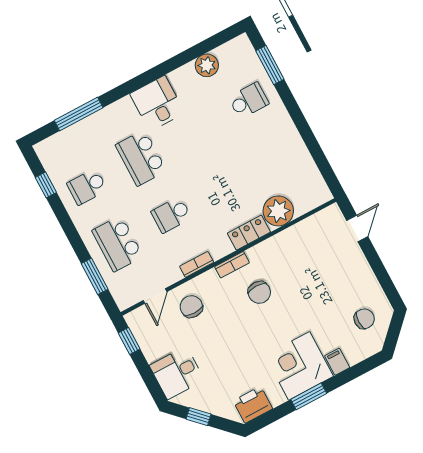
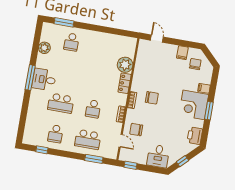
school desk: (249, 100) -> (71, 42), turned 180
window: (79, 114) -> (30, 78), moved
filing cabinet: (366, 285) -> (182, 53), added

